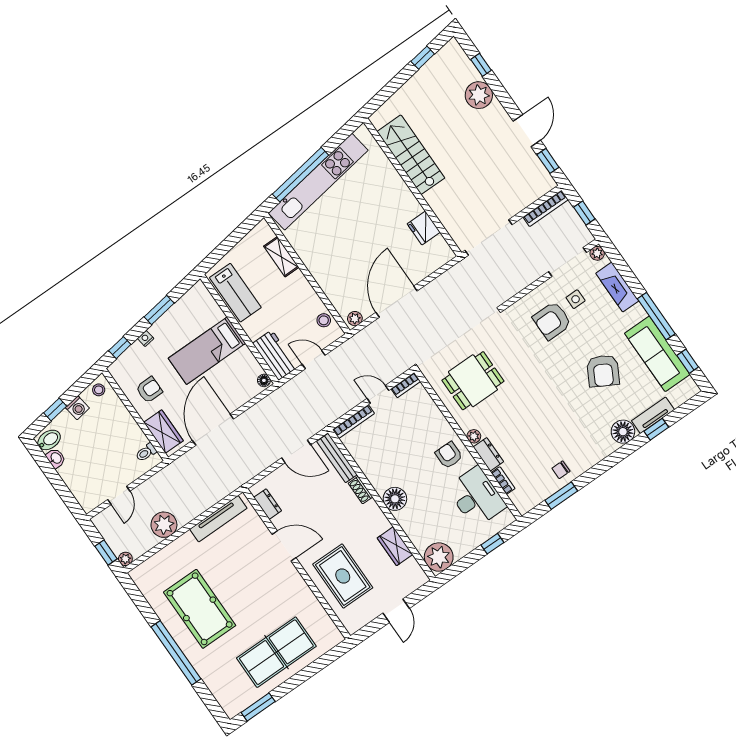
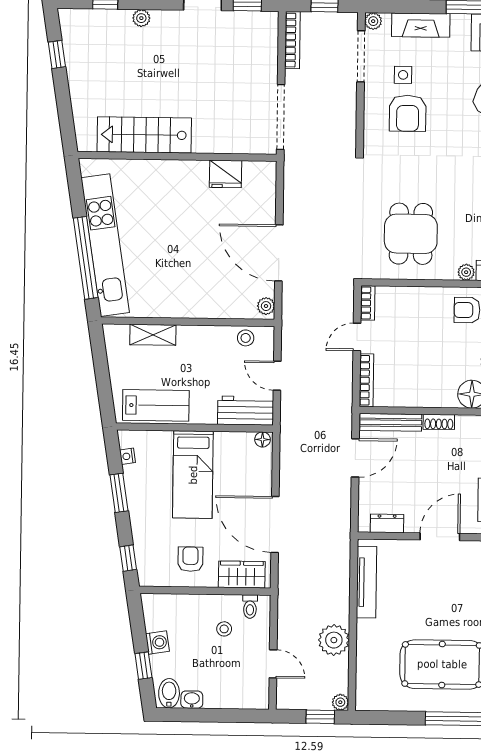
plant: (479, 95) -> (141, 18), width x0.53, depth x0.53
nightstand: (146, 338) -> (127, 456), moved
door: (314, 360) -> (277, 376), hinge flipped
stool: (99, 390) -> (224, 629), moved

